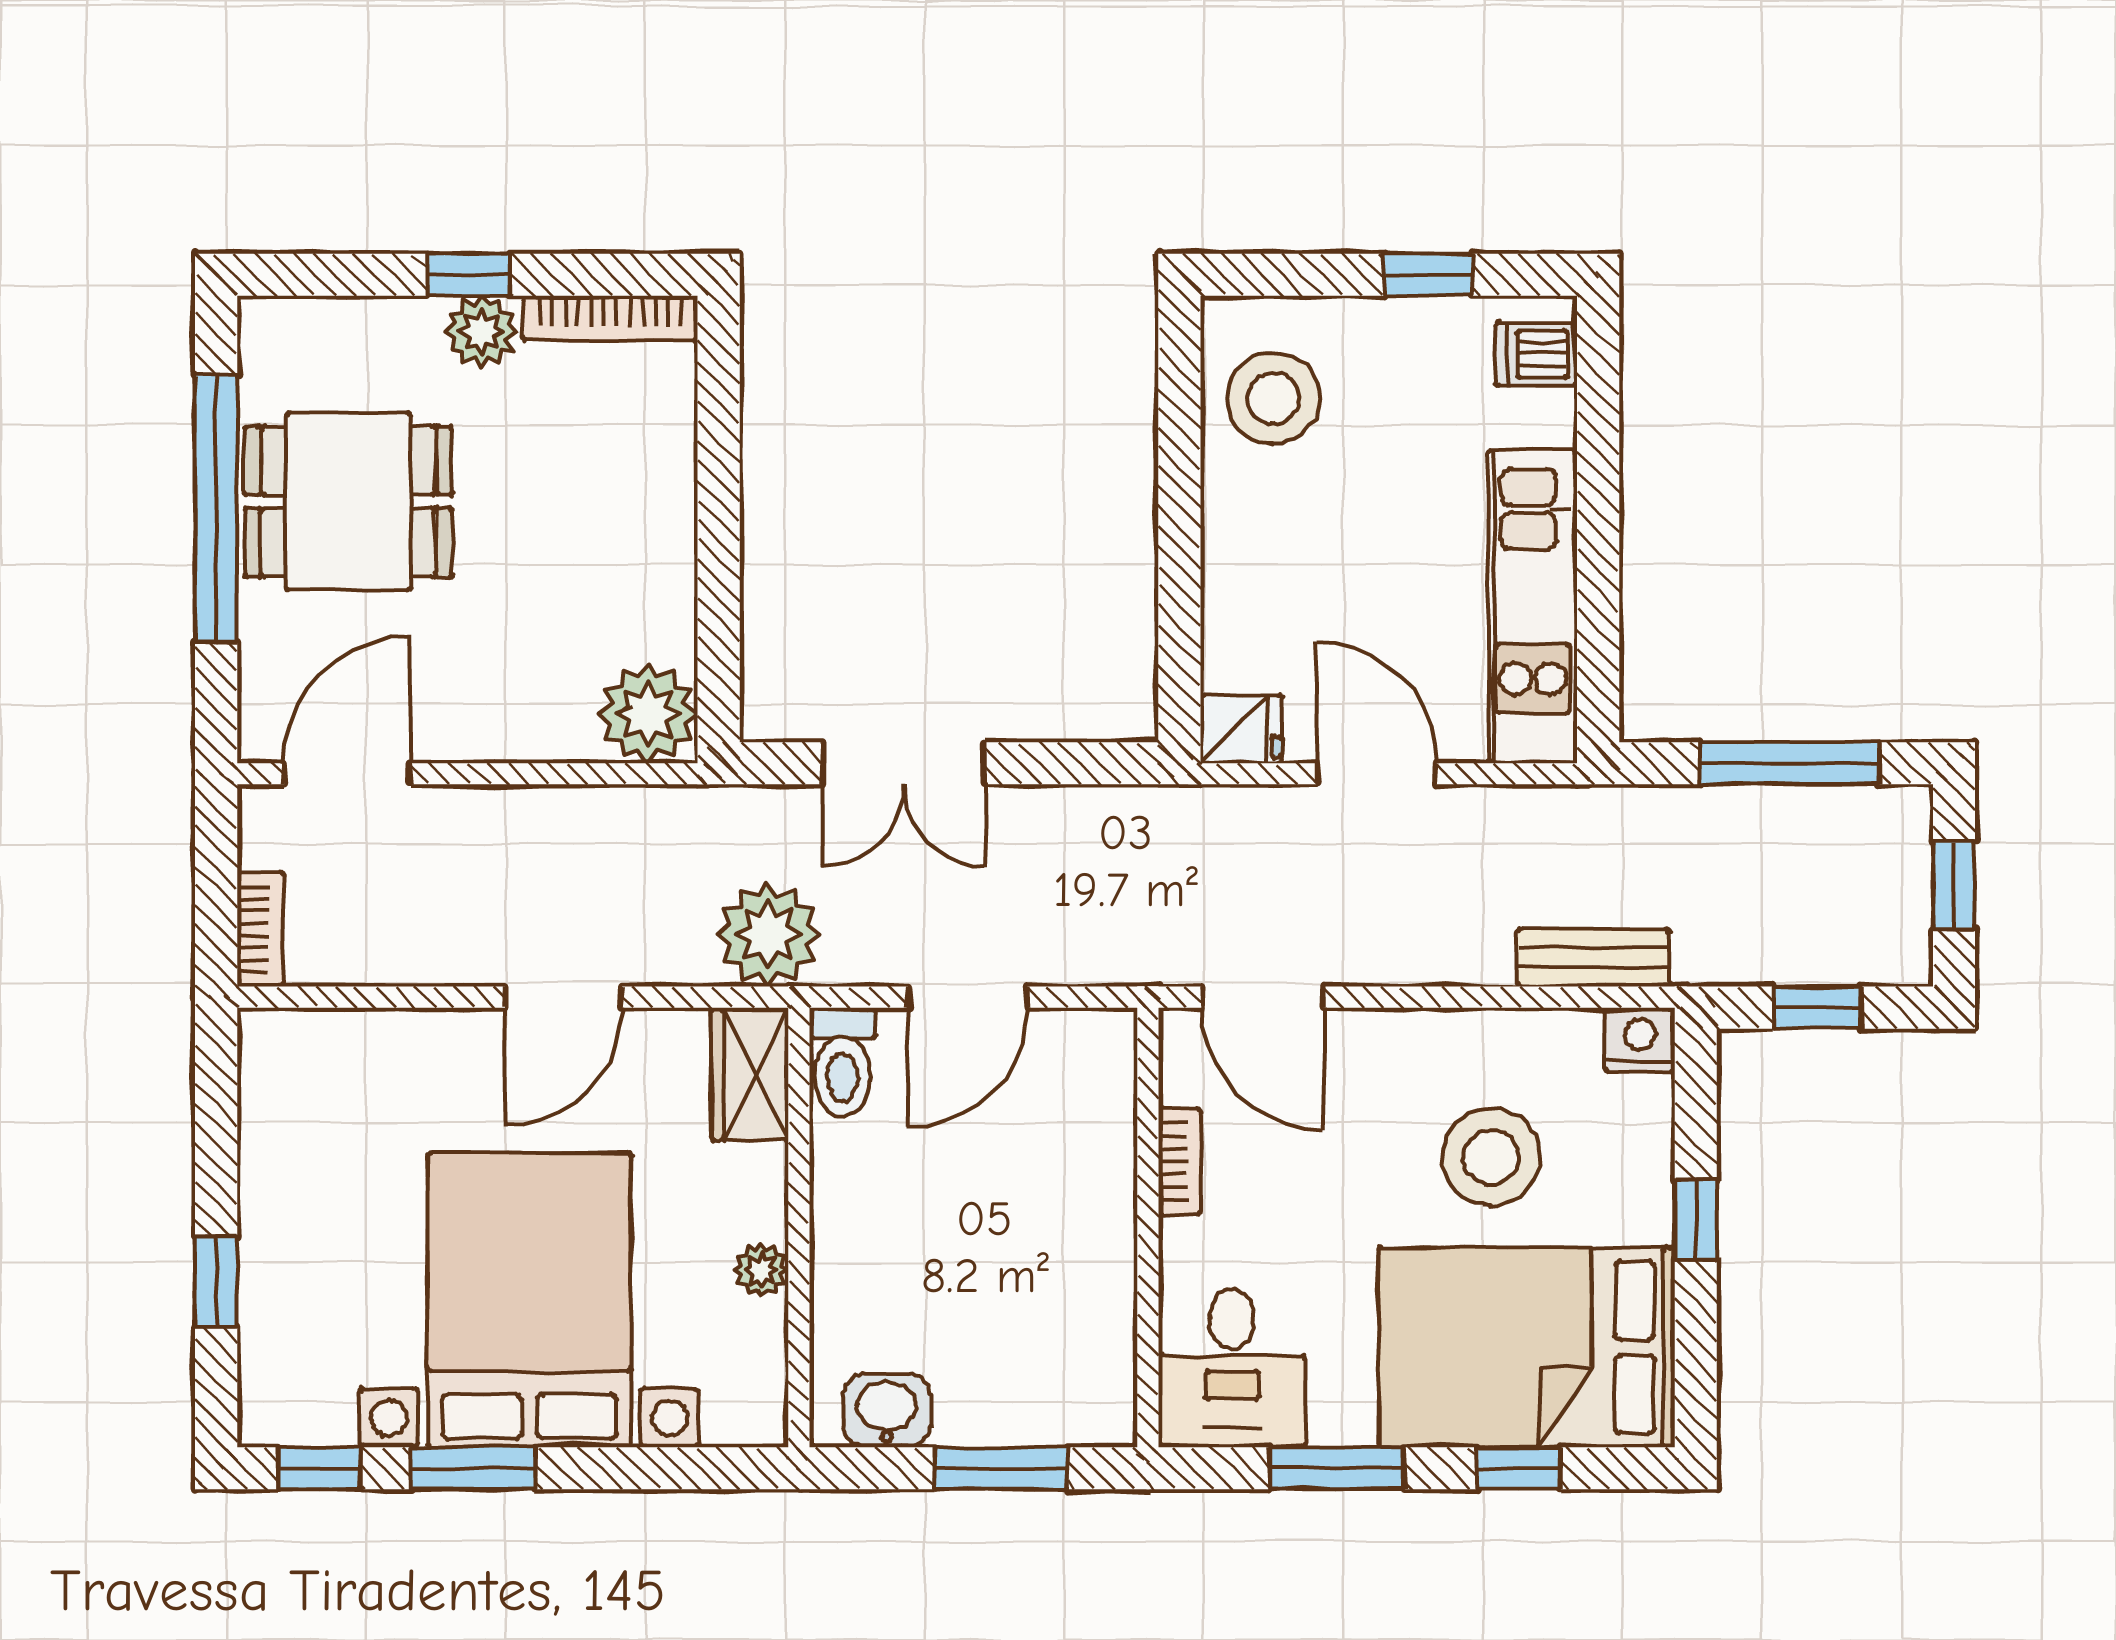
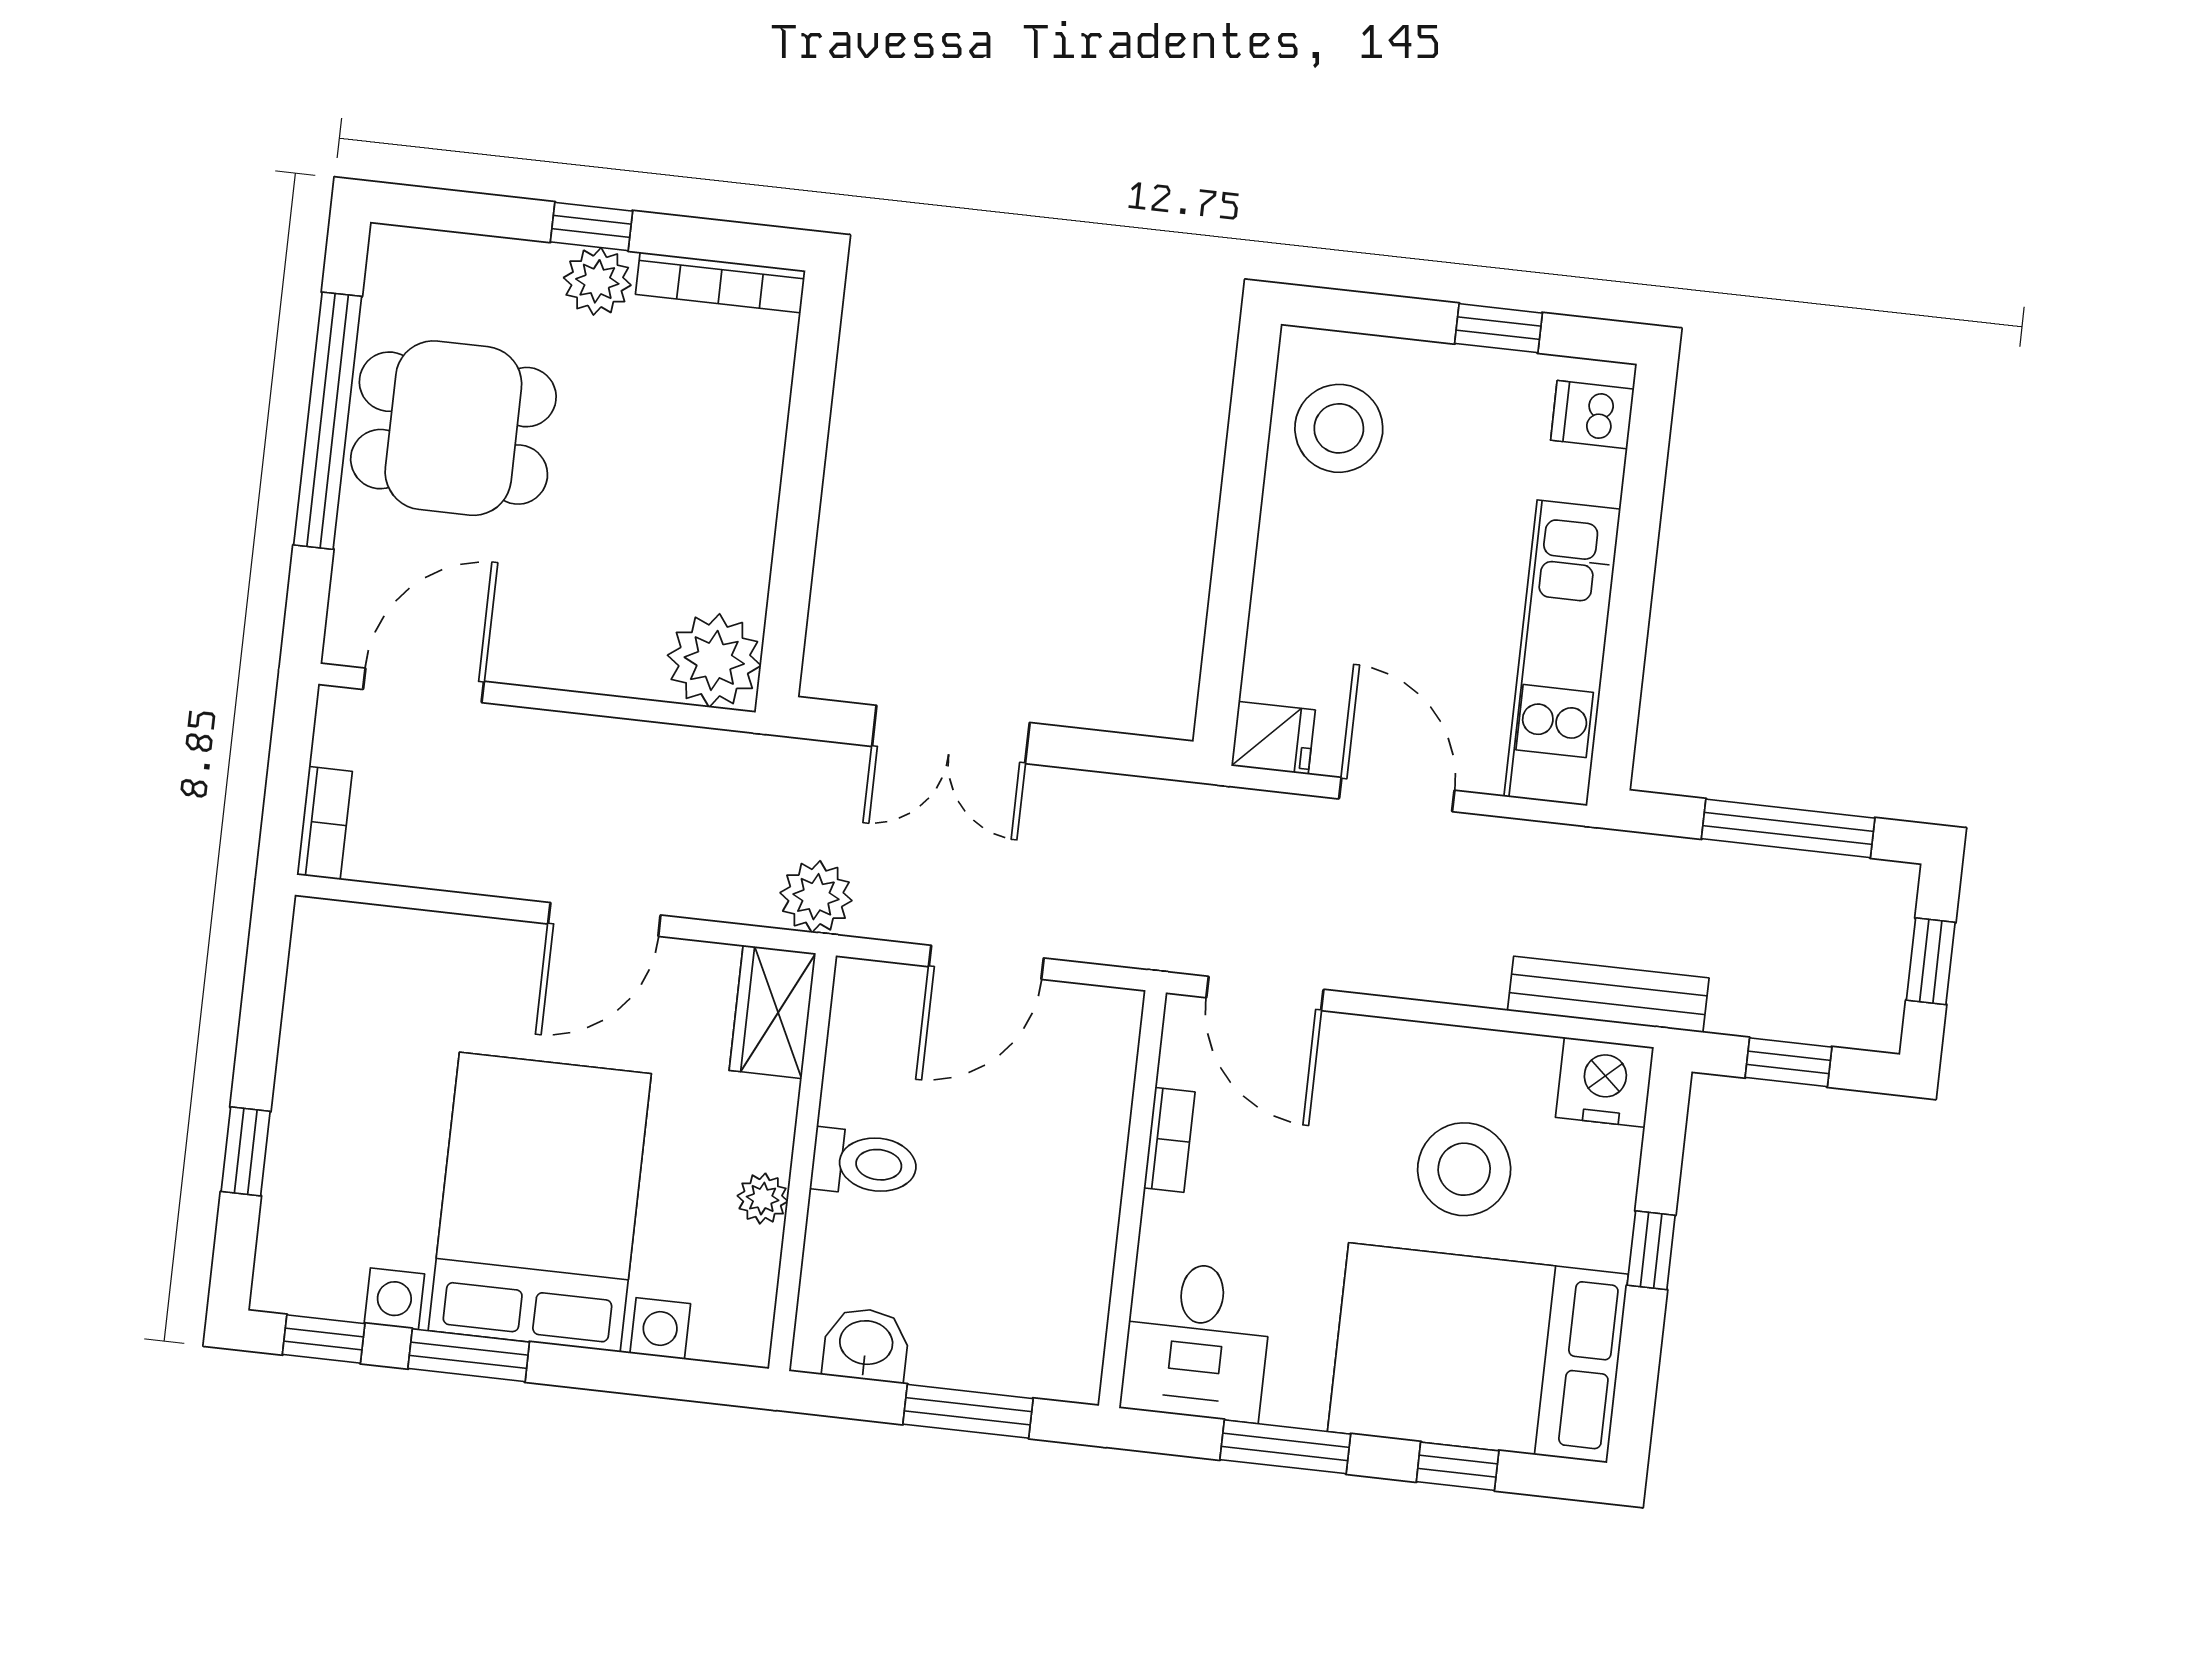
plant: (768, 935) -> (816, 897), width x0.73, depth x0.73
bench: (1593, 958) -> (1608, 994), width x1.36
nightstand: (1640, 1040) -> (1605, 1082), width x1.36, depth x1.33
toilet: (842, 1062) -> (864, 1163), moved, turned -90

